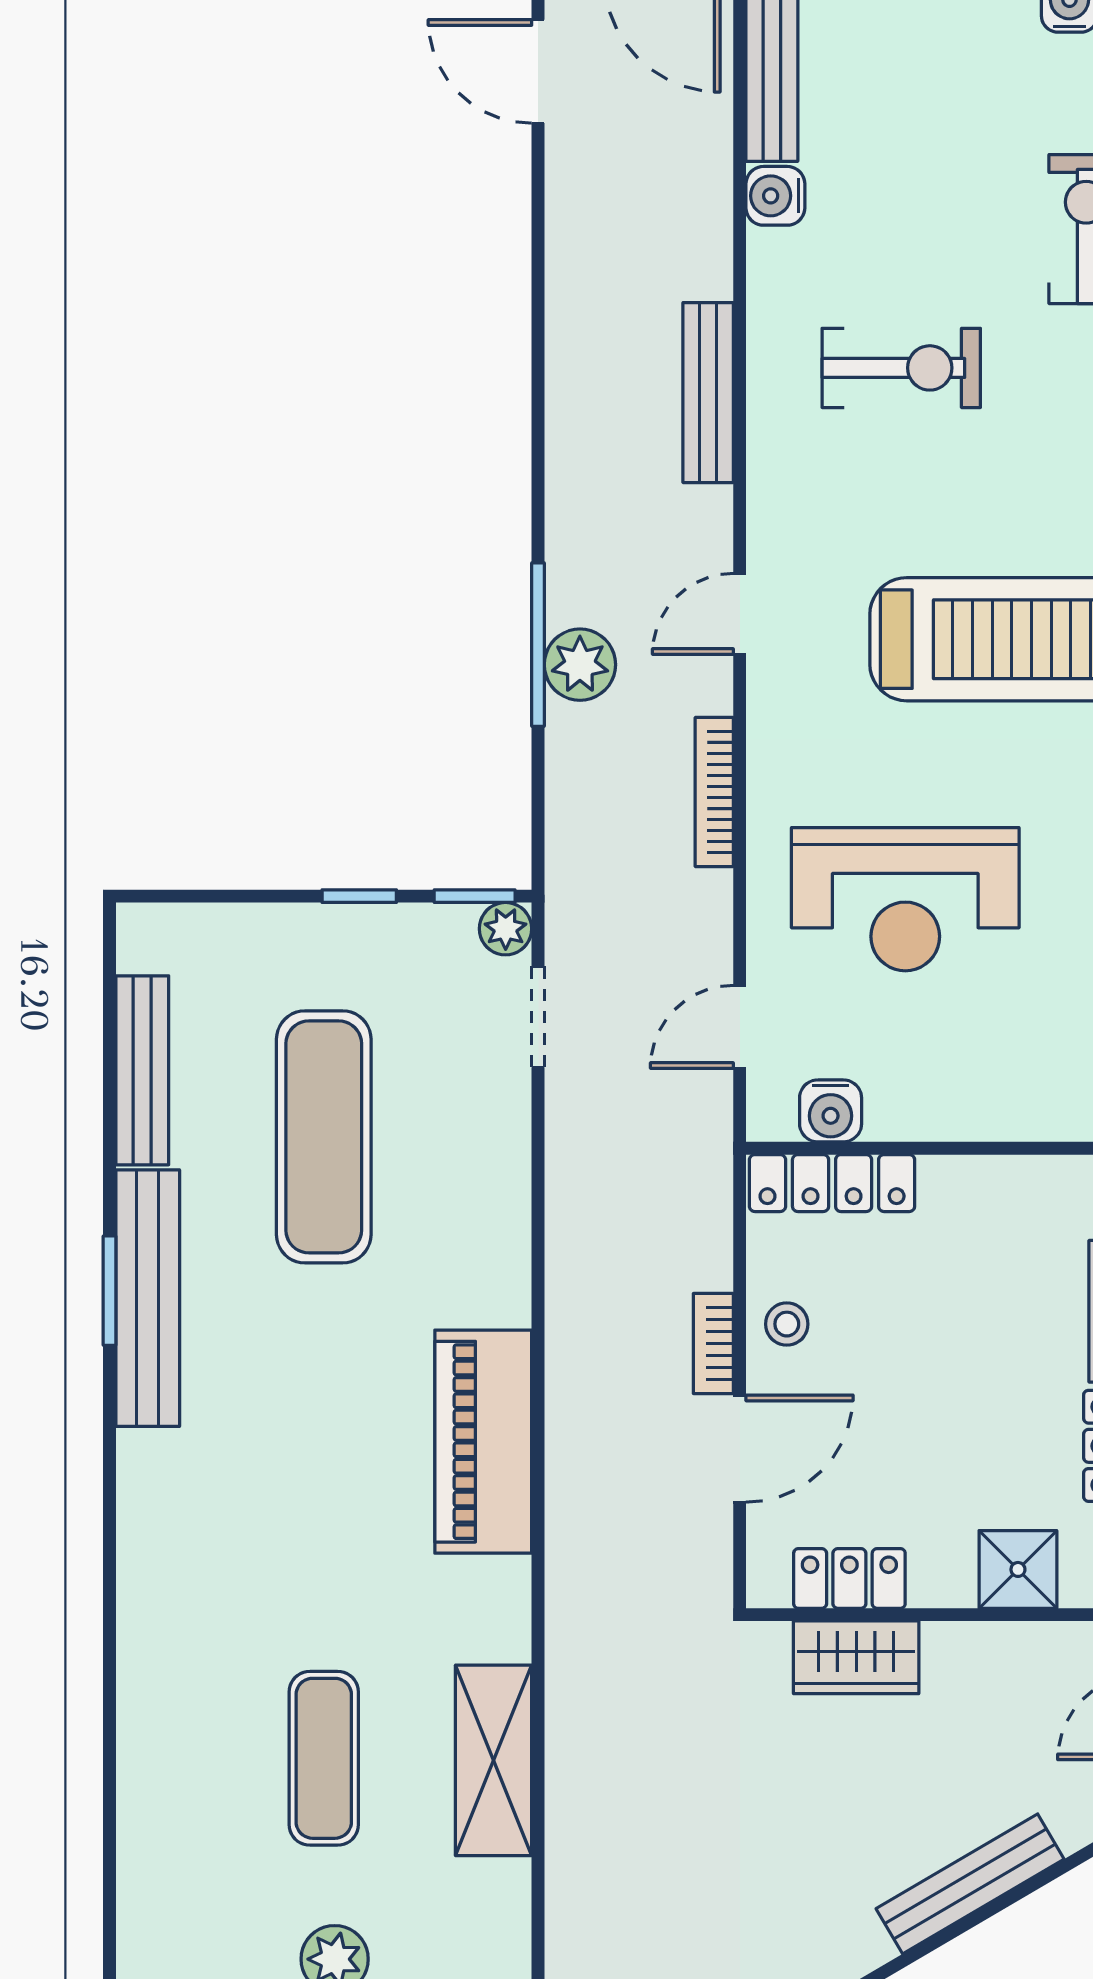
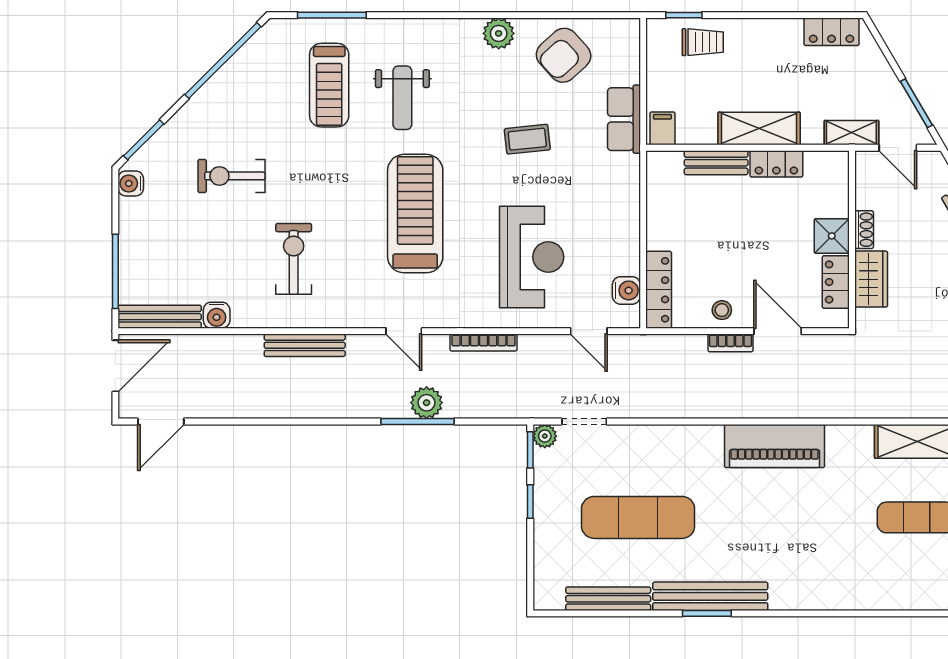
shower: (1018, 1569) -> (832, 236), moved
shoe rack: (966, 1642) -> (864, 230), added

